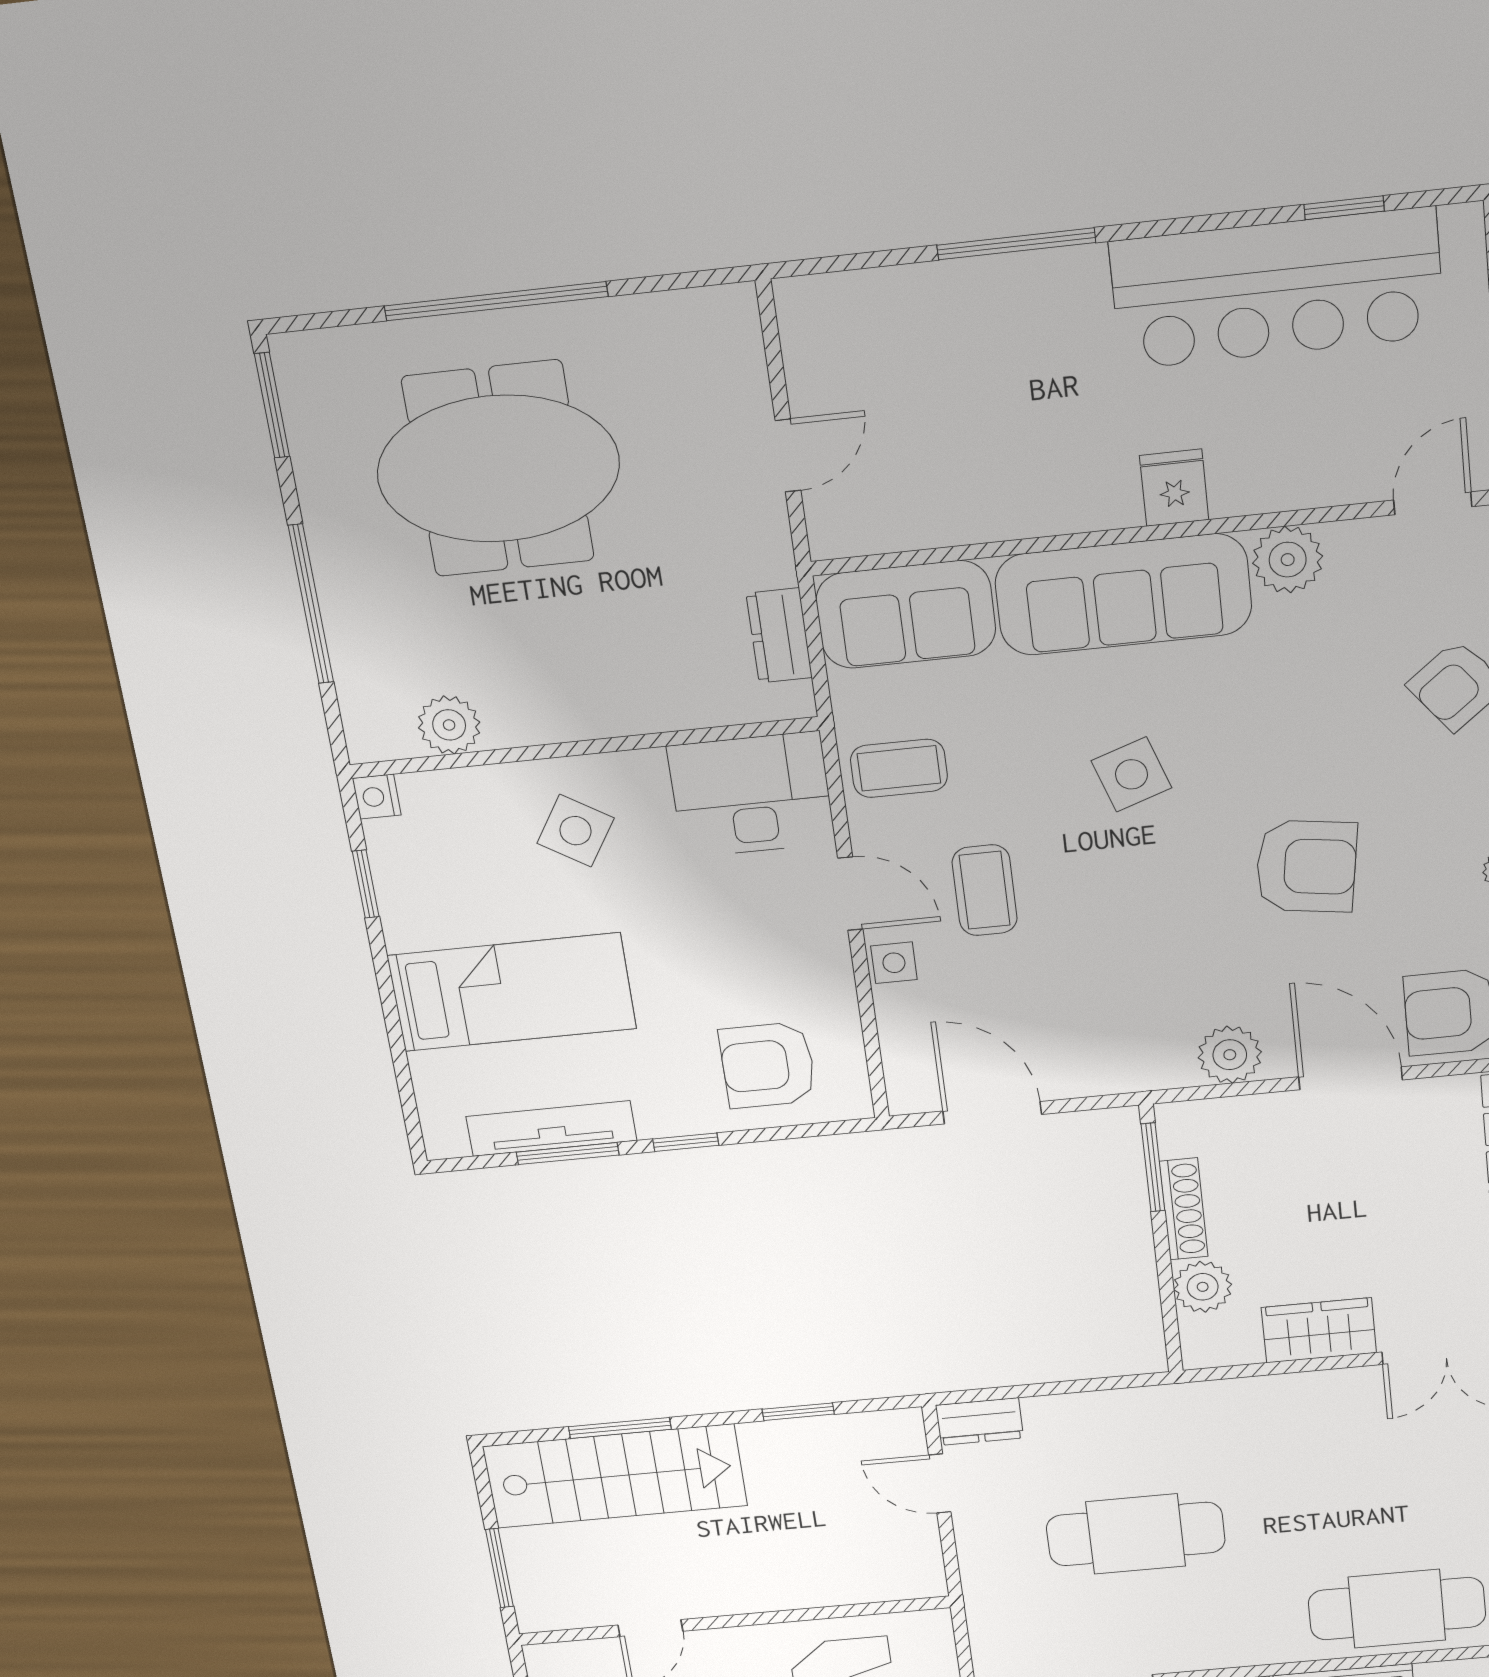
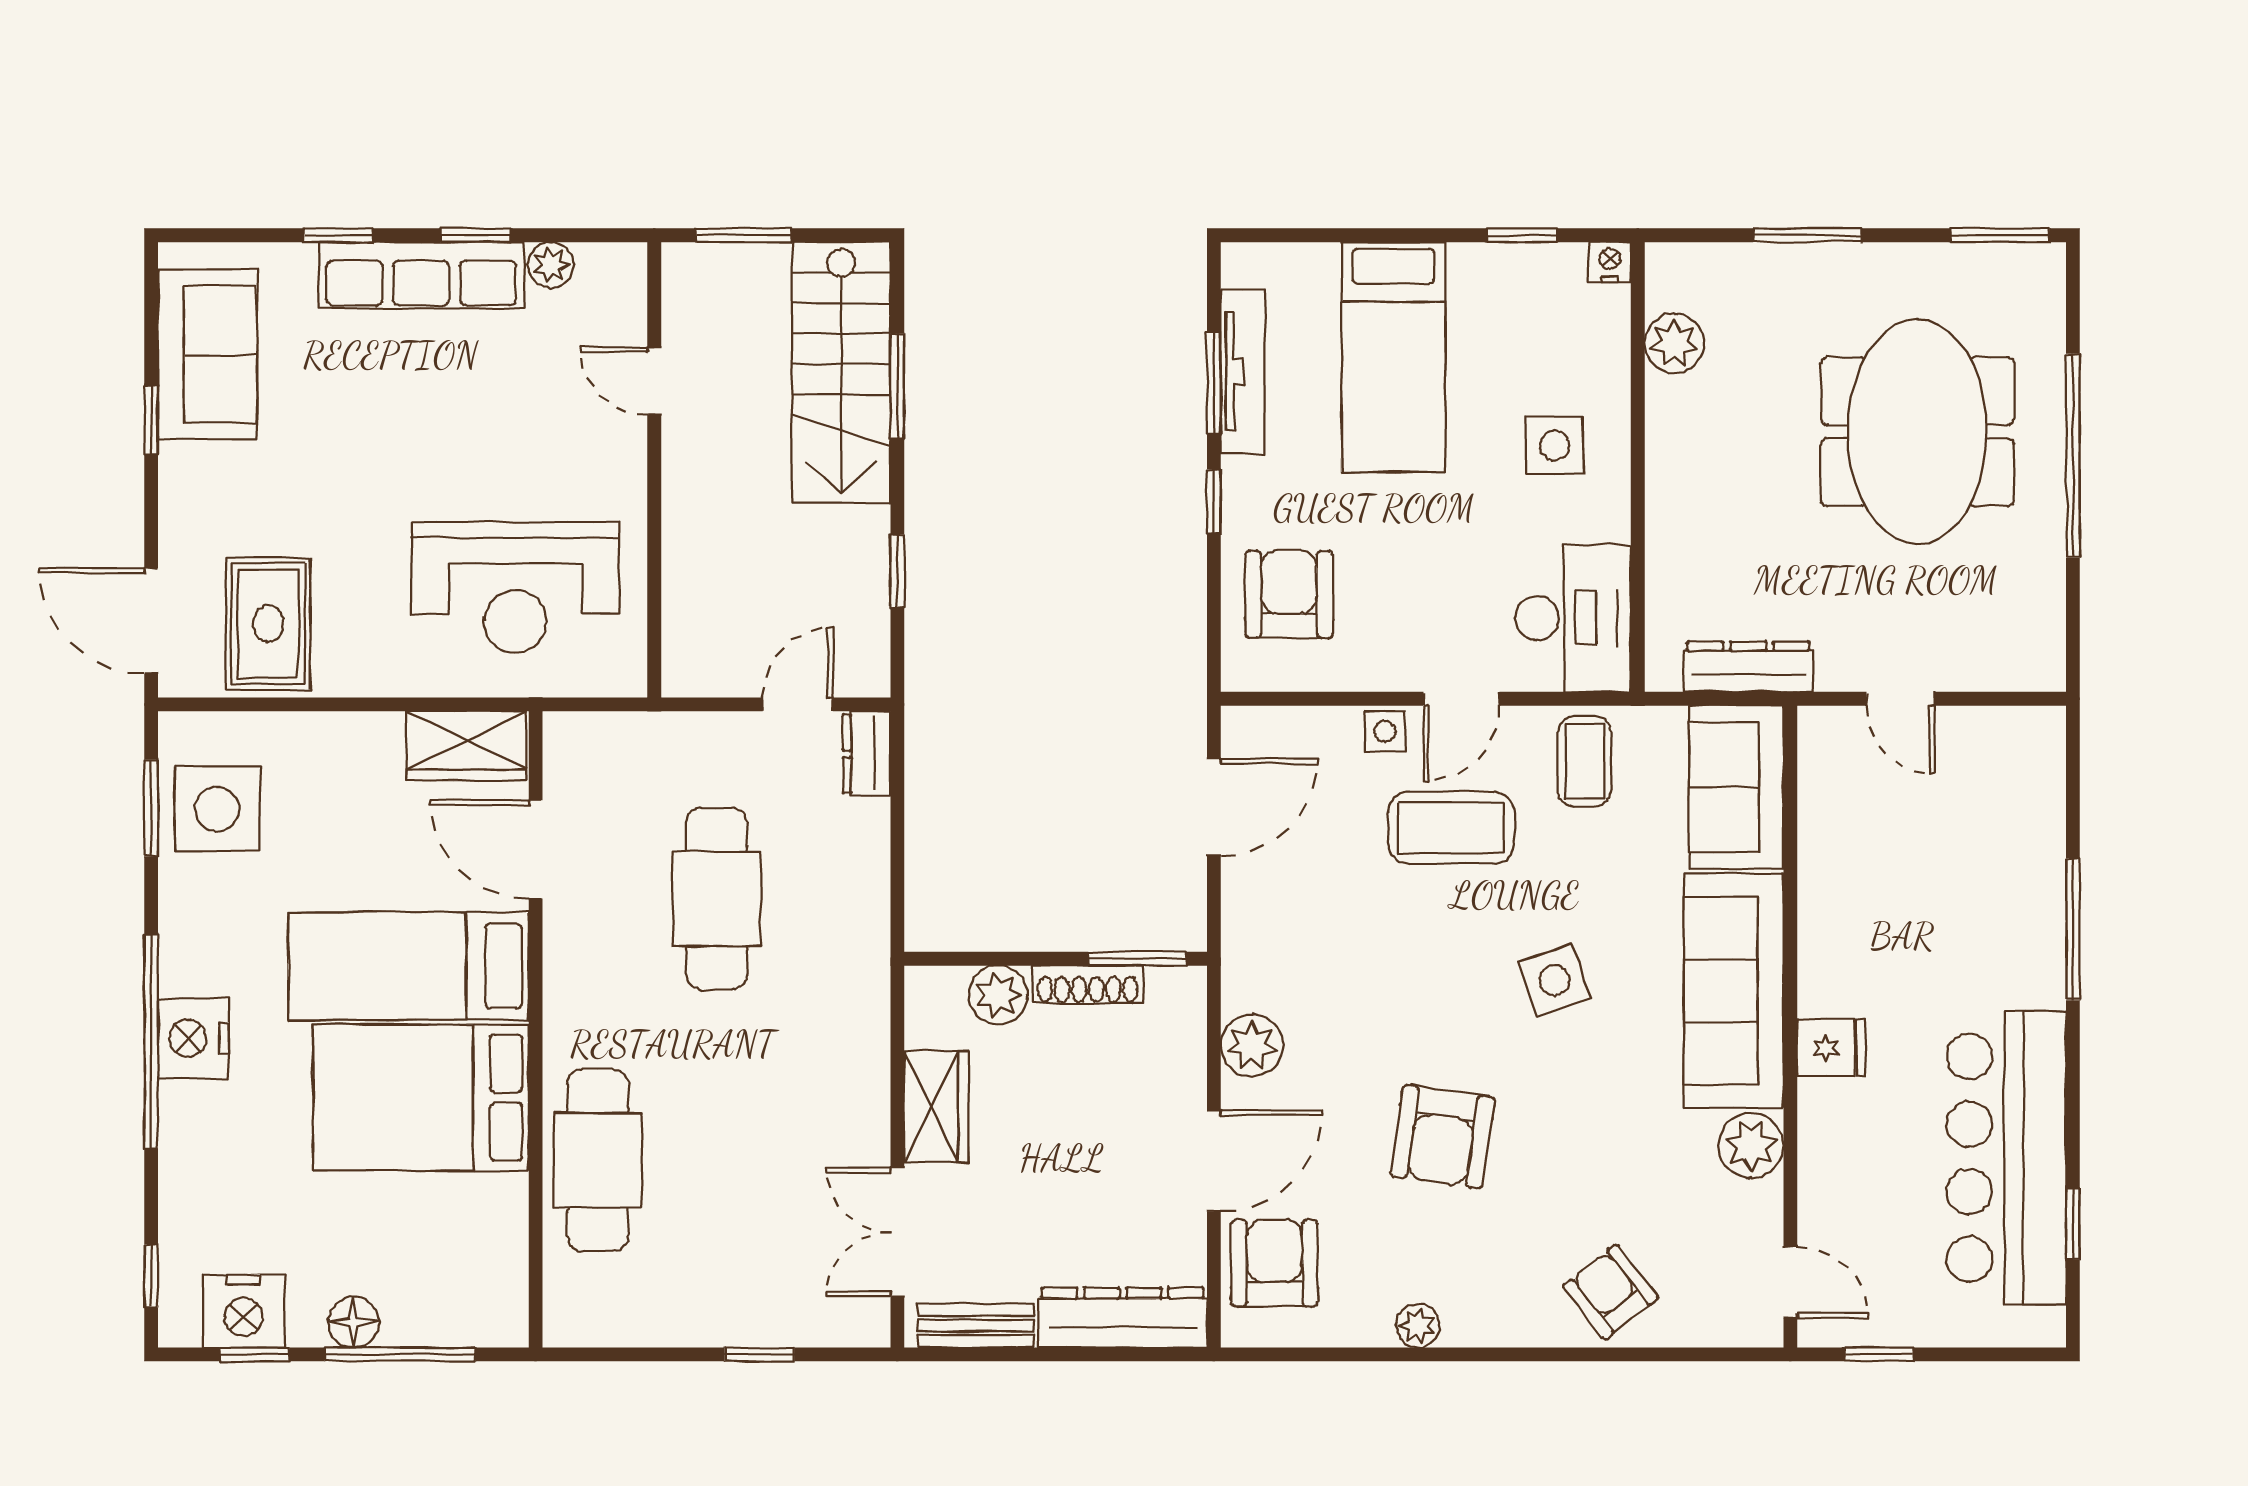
window: (311, 604) -> (1807, 235), width x0.69
dresser: (779, 636) -> (1748, 667), width x1.44
side table: (575, 831) -> (1555, 446), turned -32
coffee table: (985, 890) -> (1451, 828), width x1.36, depth x1.30

